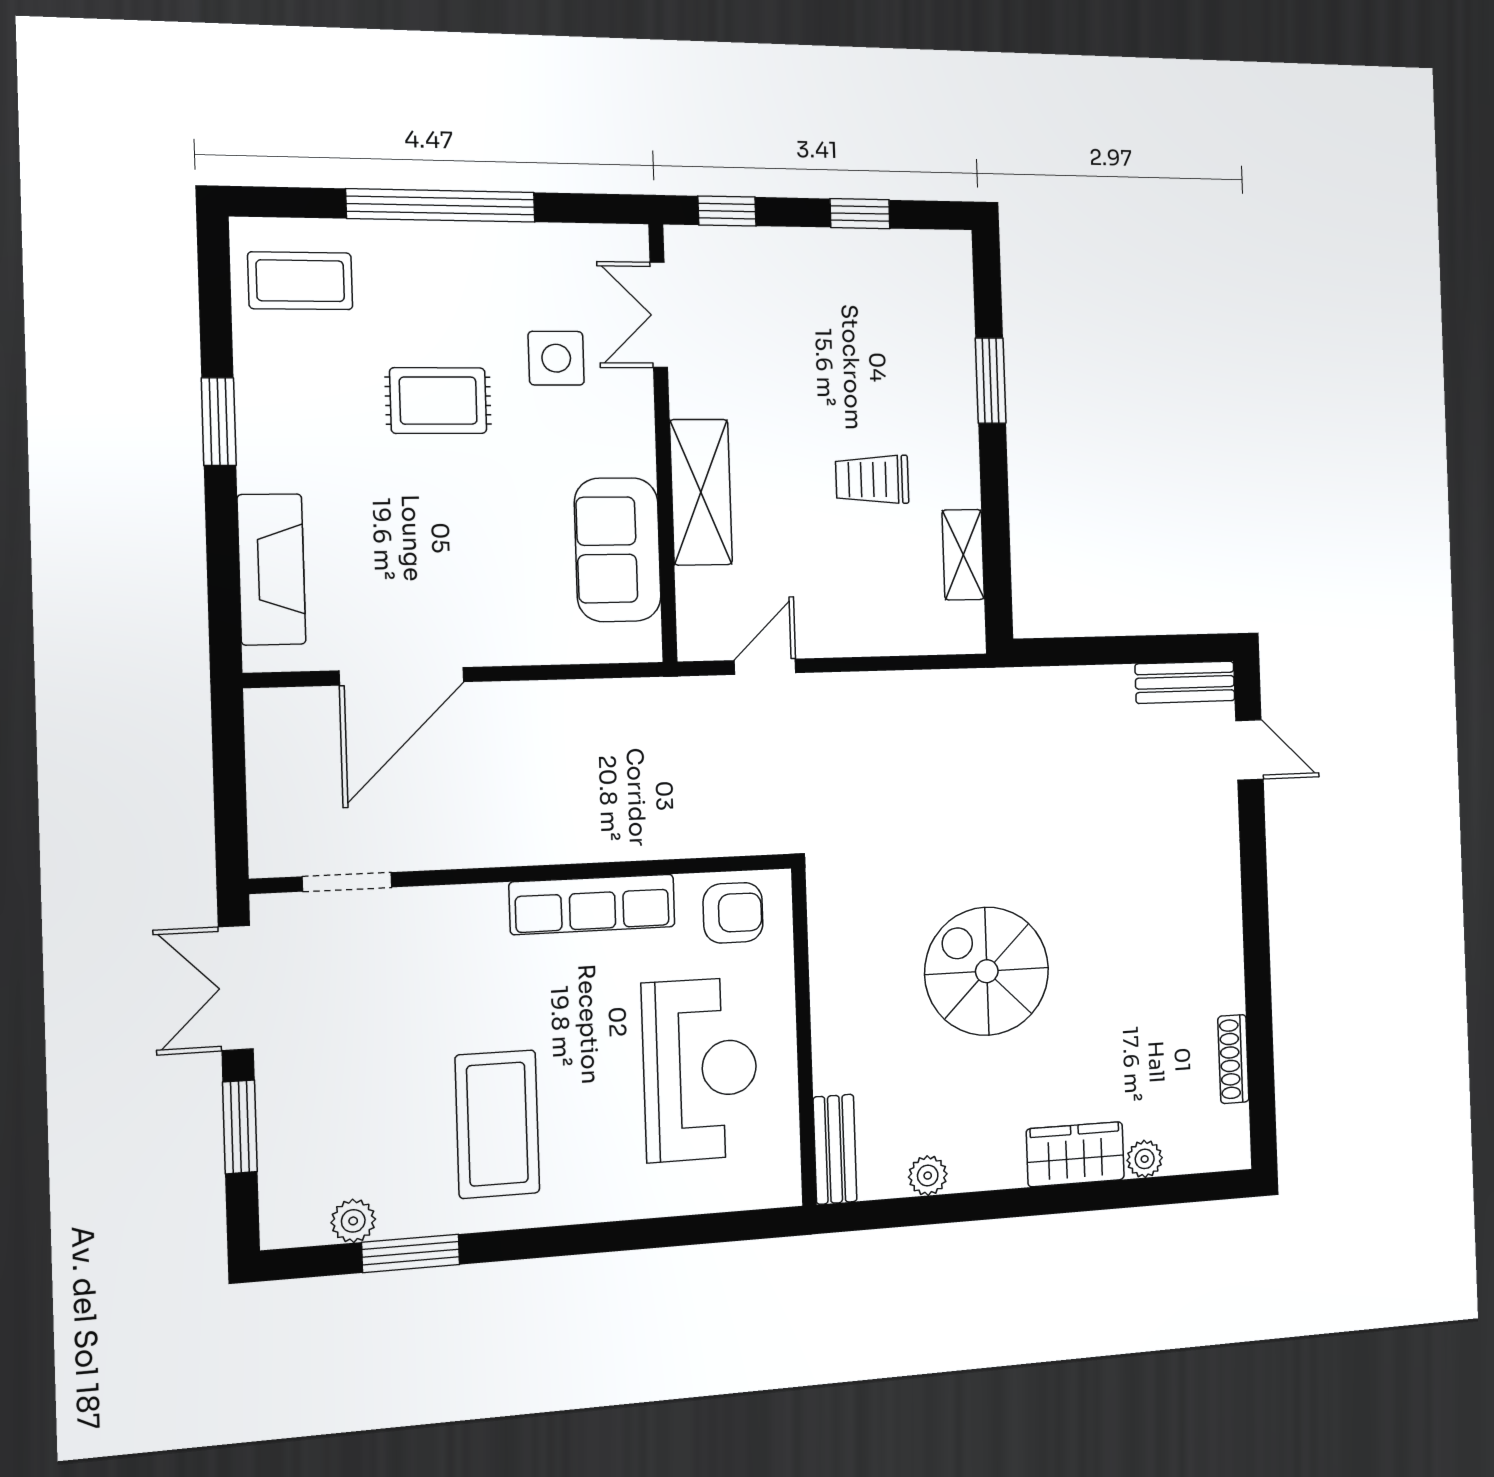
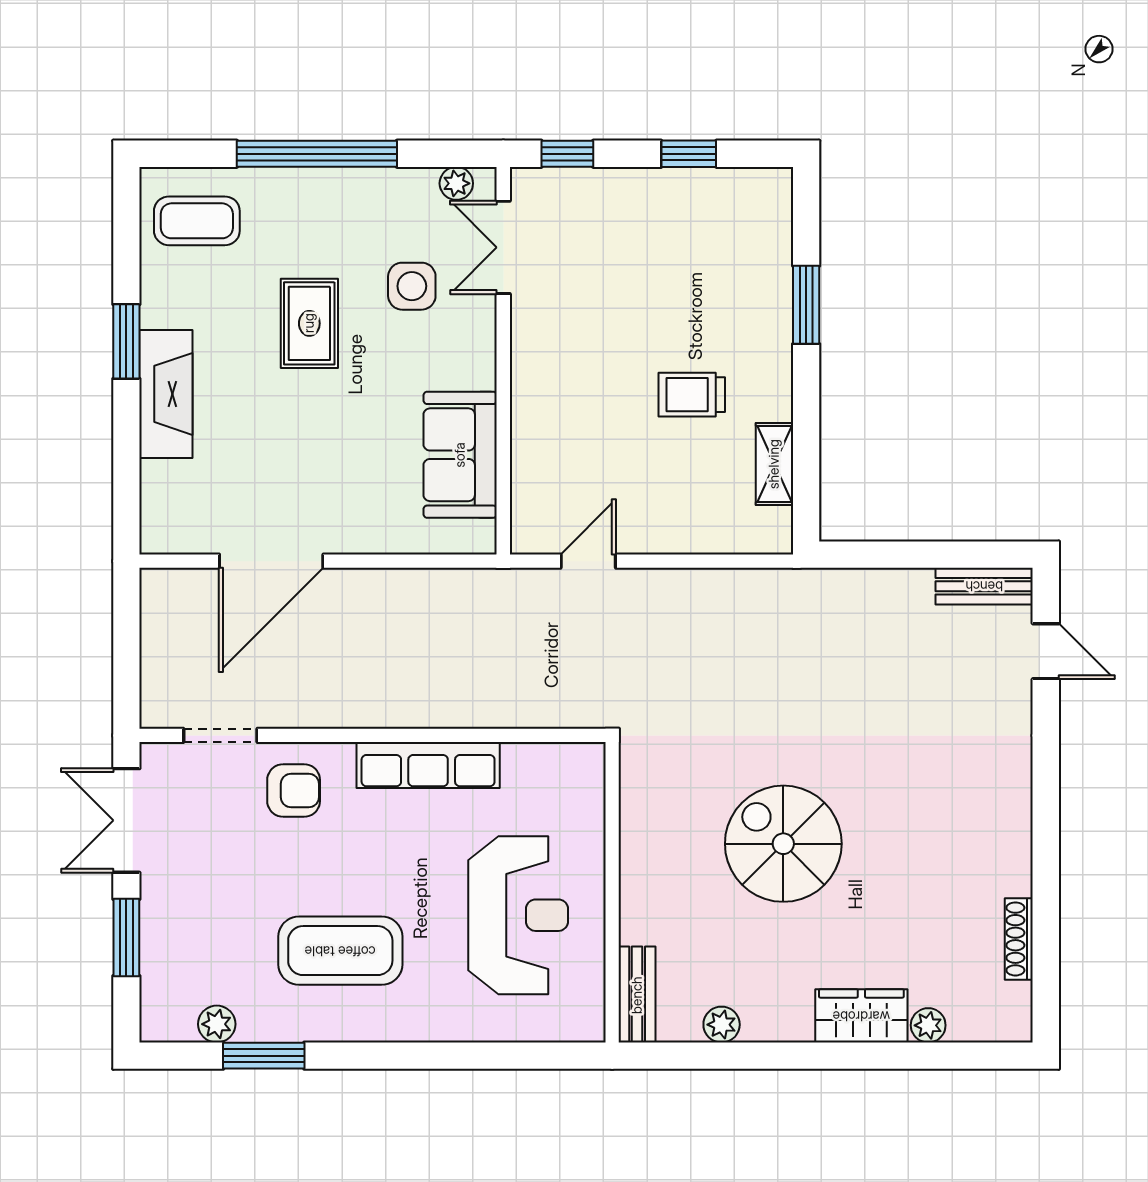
plant: (603, 242) -> (456, 183), added
rug: (438, 401) -> (309, 323), turned 90
shelving: (701, 492) -> (536, 405), removed
fireplace: (271, 569) -> (166, 394), moved
armchair: (733, 913) -> (294, 791), moved
coffee table: (497, 1124) -> (340, 951), turned 90

